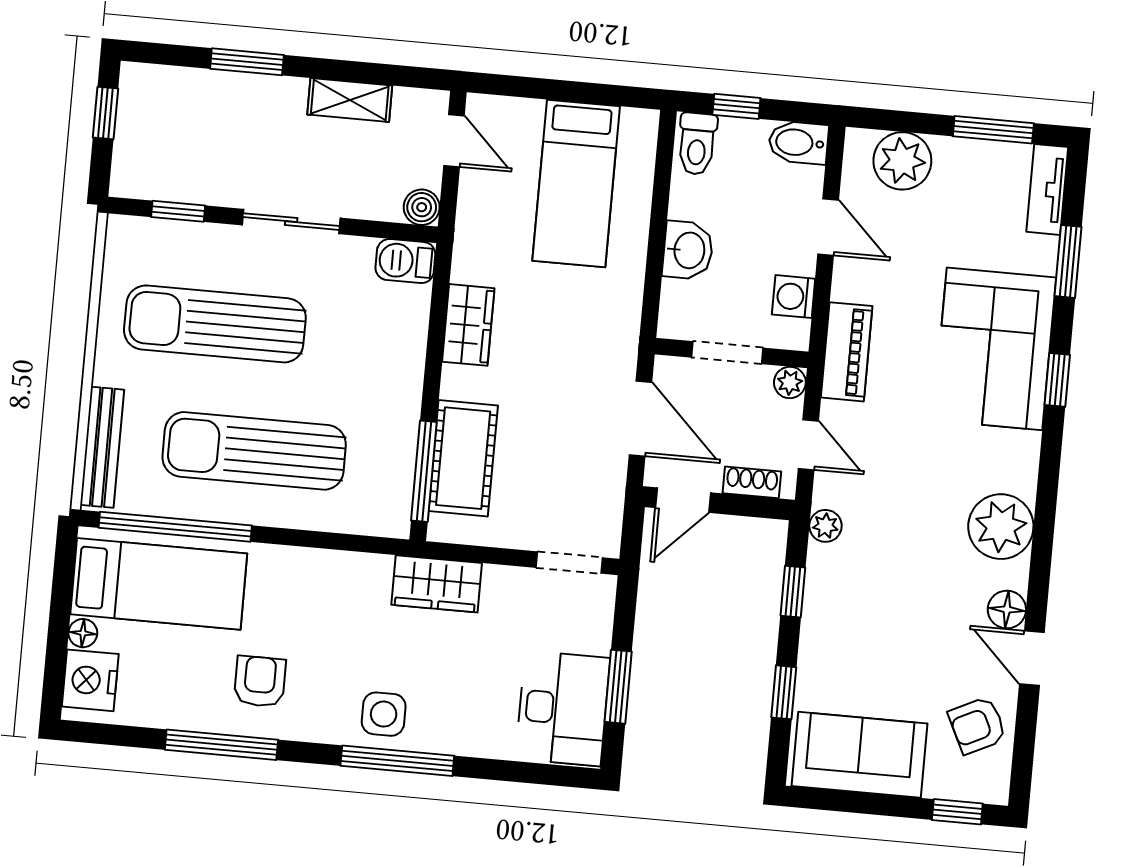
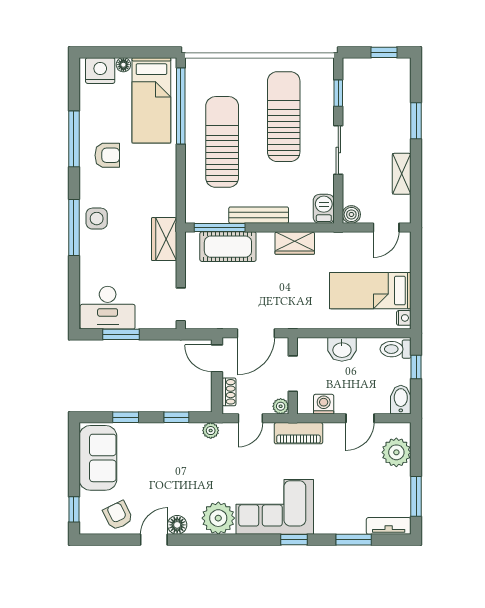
nightstand: (637, 122) -> (404, 318), added
corner sofa: (995, 349) -> (275, 507), moved
bench: (102, 447) -> (259, 215), moved

